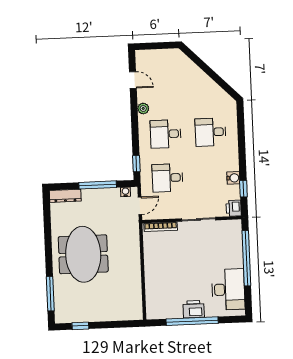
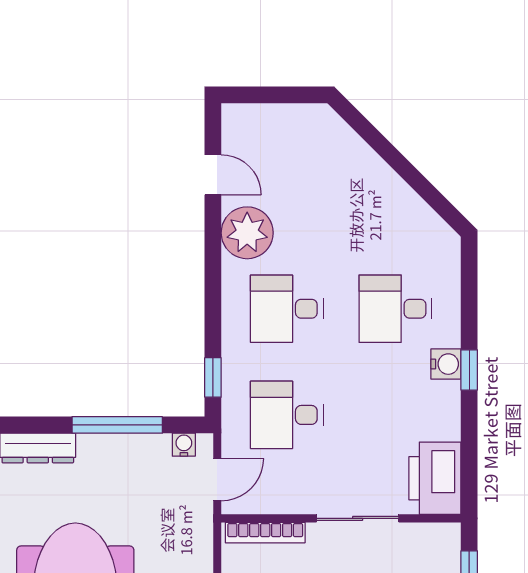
plant: (143, 108) -> (247, 233), width x1.87, depth x1.87
water cooler: (233, 178) -> (446, 364), moved
window: (243, 189) -> (469, 370), moved
printer: (234, 208) -> (435, 478), width x1.87, depth x1.48

